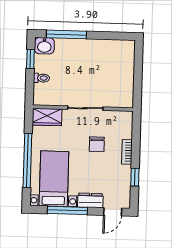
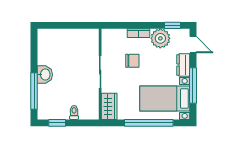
washbasin: (44, 46) -> (45, 75), moved
plant: (121, 176) -> (160, 38), added
window: (135, 177) -> (172, 25), moved

